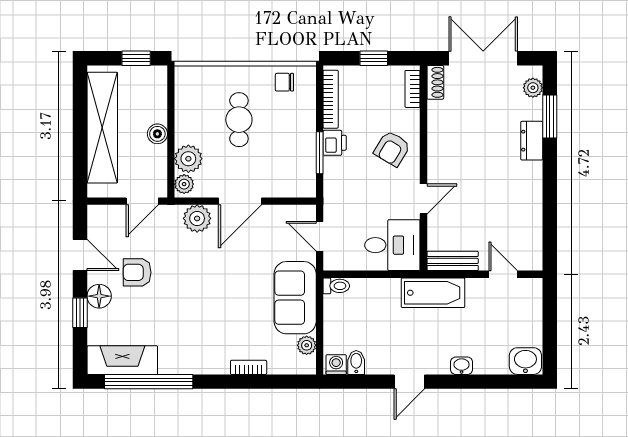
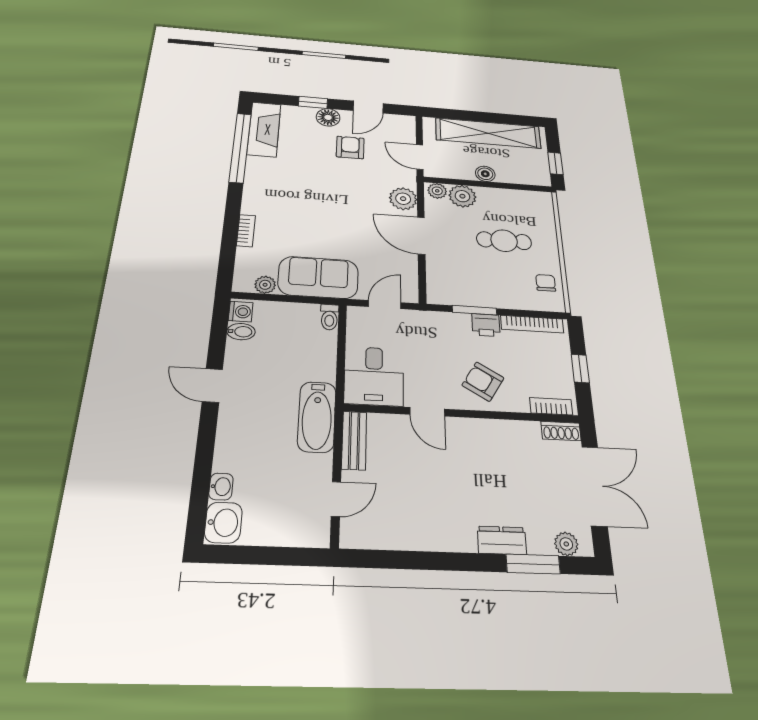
washbasin: (462, 366) -> (221, 487), moved

